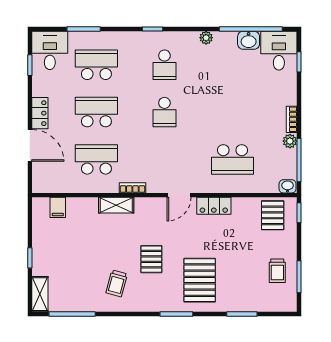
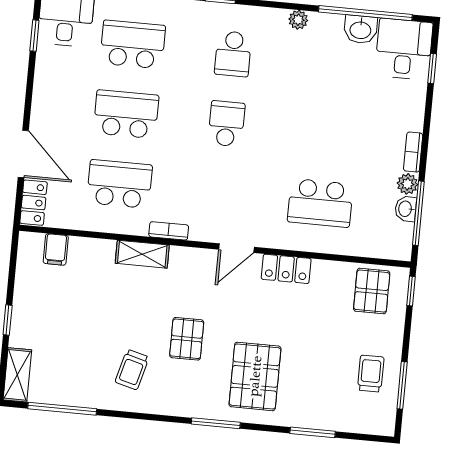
school desk: (164, 112) -> (226, 124), turned 180
locker: (40, 113) -> (34, 203), moved
washbasin: (288, 186) -> (406, 209), moved, turned -90
trolley: (277, 271) -> (371, 374), turned 180

